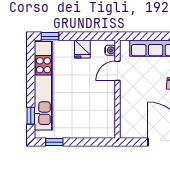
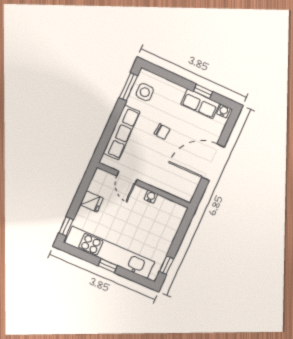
water cooler: (110, 50) -> (151, 197), moved
window: (31, 116) -> (108, 266), moved

